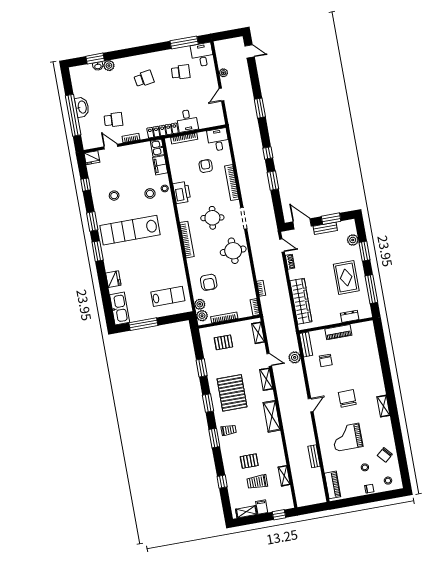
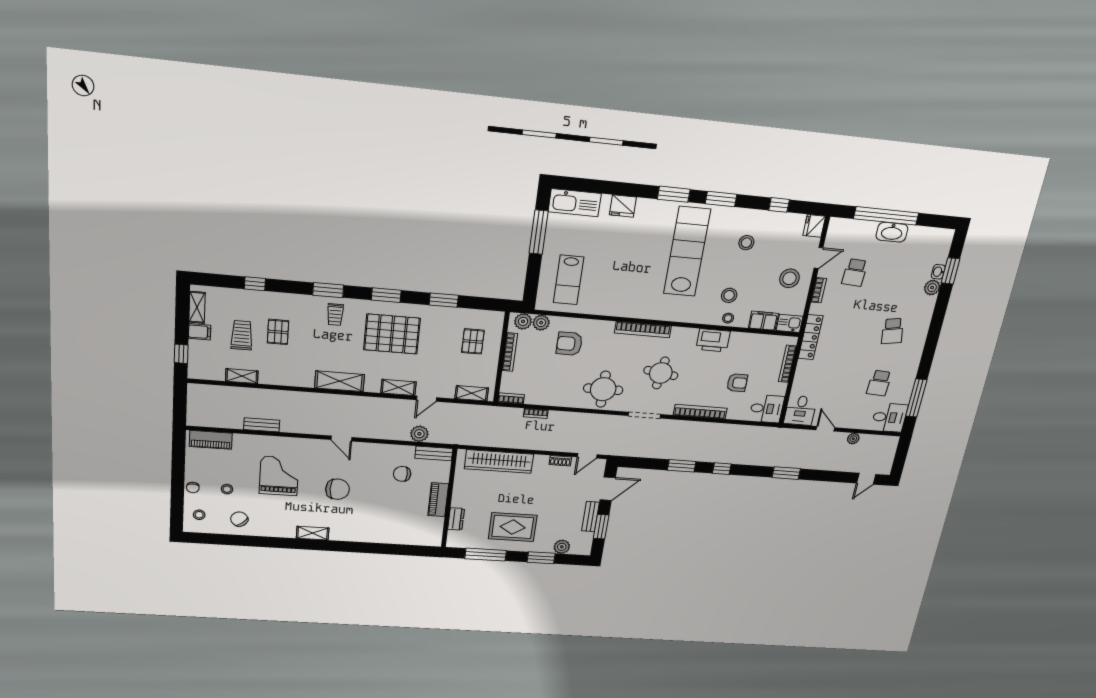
desk: (187, 121) -> (800, 410), moved, turned -90
stool: (129, 160) -> (789, 278), added

